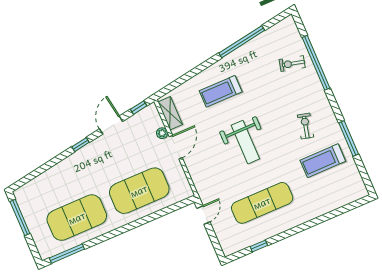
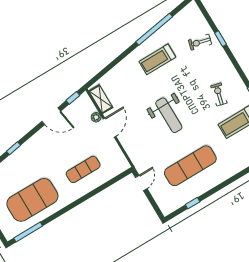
window: (316, 63) -> (220, 39), width x0.32
treadmill: (221, 91) -> (157, 59), moved
door: (111, 125) -> (51, 116), swing flipped
window: (81, 145) -> (13, 148), moved
exercise mat: (139, 191) -> (83, 169), width x0.50, depth x0.69

